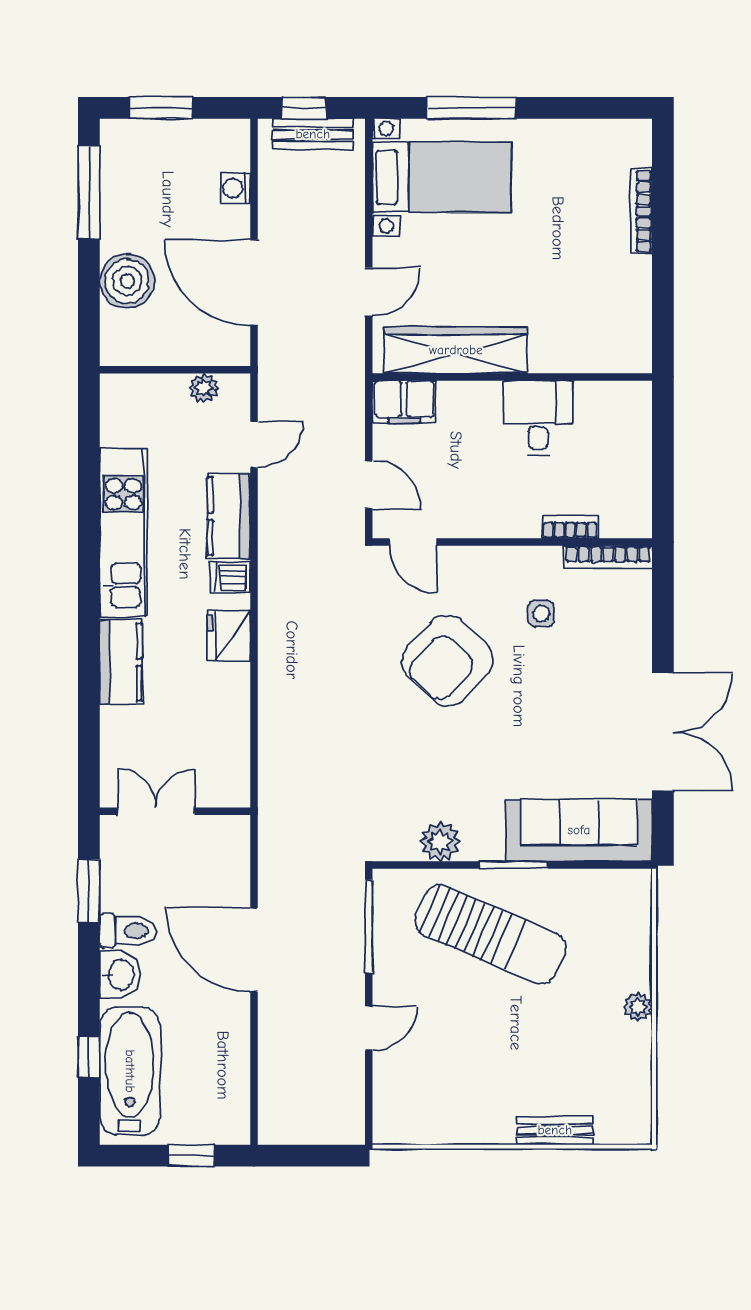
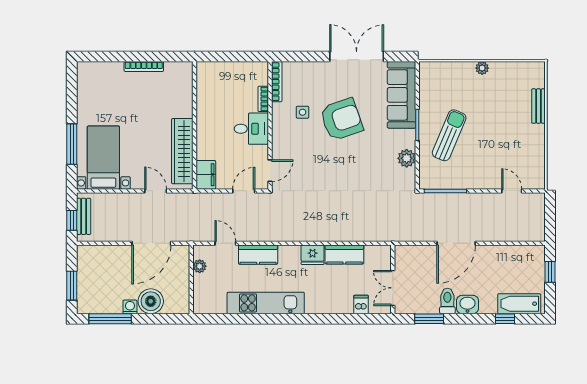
washing machine: (235, 188) -> (130, 307), moved, turned 180
bookcase: (641, 211) -> (144, 67), moved
desk: (538, 418) -> (251, 129), moved, turned 180
dishwasher: (230, 577) -> (361, 304), moved, turned 180
armchair: (447, 661) -> (341, 119), moved, turned -62
kitchen counter: (121, 662) -> (344, 255), moved, turned 180
sun lounger: (491, 935) -> (449, 135), width x0.73, depth x0.75
door: (369, 1028) -> (512, 191), moved
bathtub: (130, 1071) -> (519, 304), width x0.73, depth x0.73

